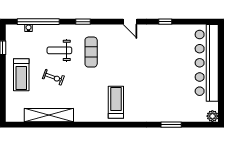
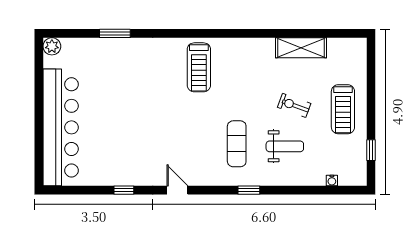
window: (38, 22) -> (317, 190), removed
treadmill: (21, 75) -> (343, 109), turned 180
shelving: (49, 115) -> (301, 48), width x0.68

